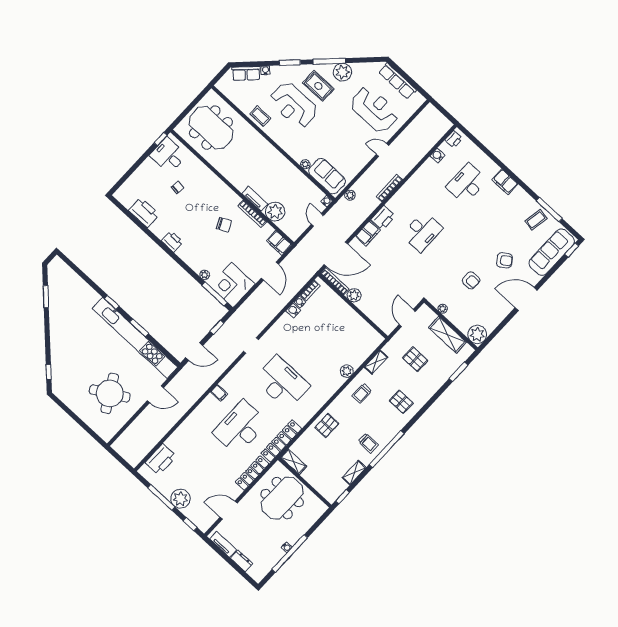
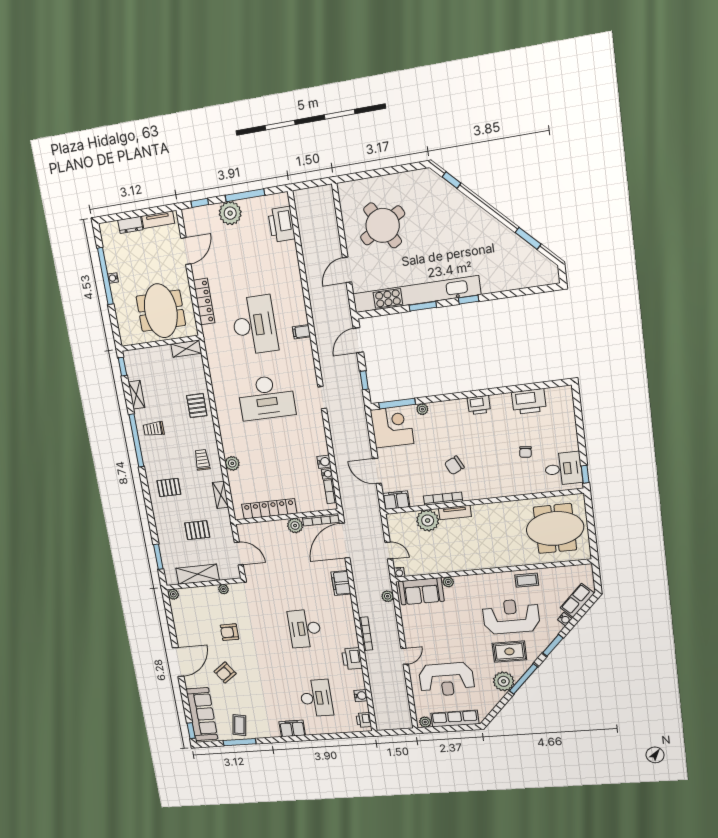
plant: (418, 98) -> (425, 722), added
printer: (383, 218) -> (352, 659), moved
plant: (477, 334) -> (173, 594), width x0.53, depth x0.53
locker: (281, 441) -> (269, 509), moved, turned -90

